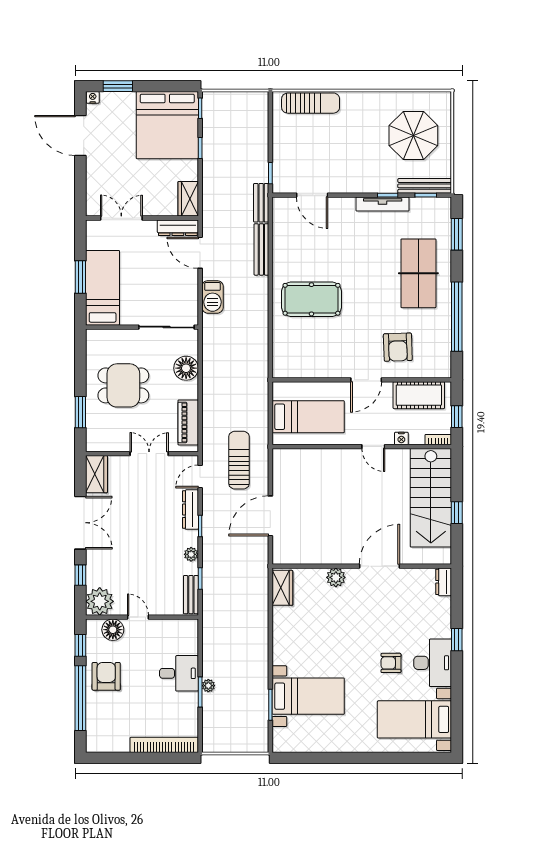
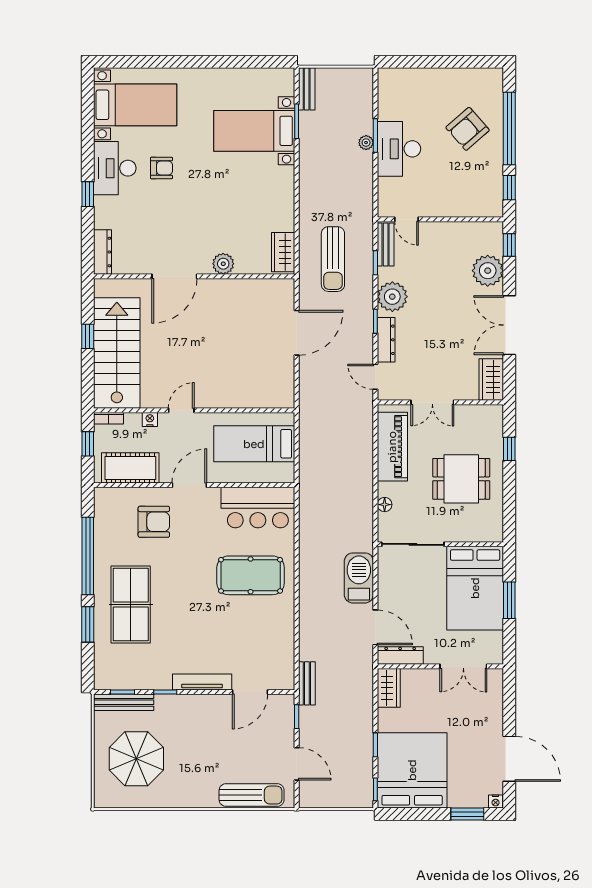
sun lounger: (311, 103) -> (252, 795), turned 180
door: (270, 131) -> (297, 764), added
door: (312, 195) -> (250, 692), swing flipped
tv unit: (383, 204) -> (202, 682), moved
window: (457, 234) -> (88, 624), moved
bench: (261, 249) -> (307, 89), moved, width x0.73
bed: (103, 288) -> (475, 588), width x1.50
barbecue: (212, 297) -> (359, 578), width x1.37, depth x1.21
armchair: (398, 347) -> (154, 522), turned 92
bar counter: (305, 360) -> (258, 508), added
floor lamp: (186, 368) -> (385, 505), width x0.53, depth x0.53
window: (80, 412) -> (509, 449), width x0.67
piano: (188, 422) -> (392, 447), width x1.37, depth x1.33
door: (373, 447) -> (181, 410), hinge flipped
sun lounger: (239, 460) -> (333, 259), moved
door: (200, 477) -> (375, 377), swing flipped
plant: (191, 554) -> (392, 297), width x1.88, depth x1.88
window: (80, 575) -> (509, 245), moved
dresser: (444, 582) -> (103, 252), width x1.44
plant: (100, 601) -> (488, 271), moved
door: (138, 617) -> (406, 219), moved
floor lamp: (113, 630) -> (473, 205), removed
desk: (179, 673) -> (399, 149), width x1.37
armchair: (106, 676) -> (468, 129), moved, turned 49
bookcase: (164, 745) -> (415, 76), removed

